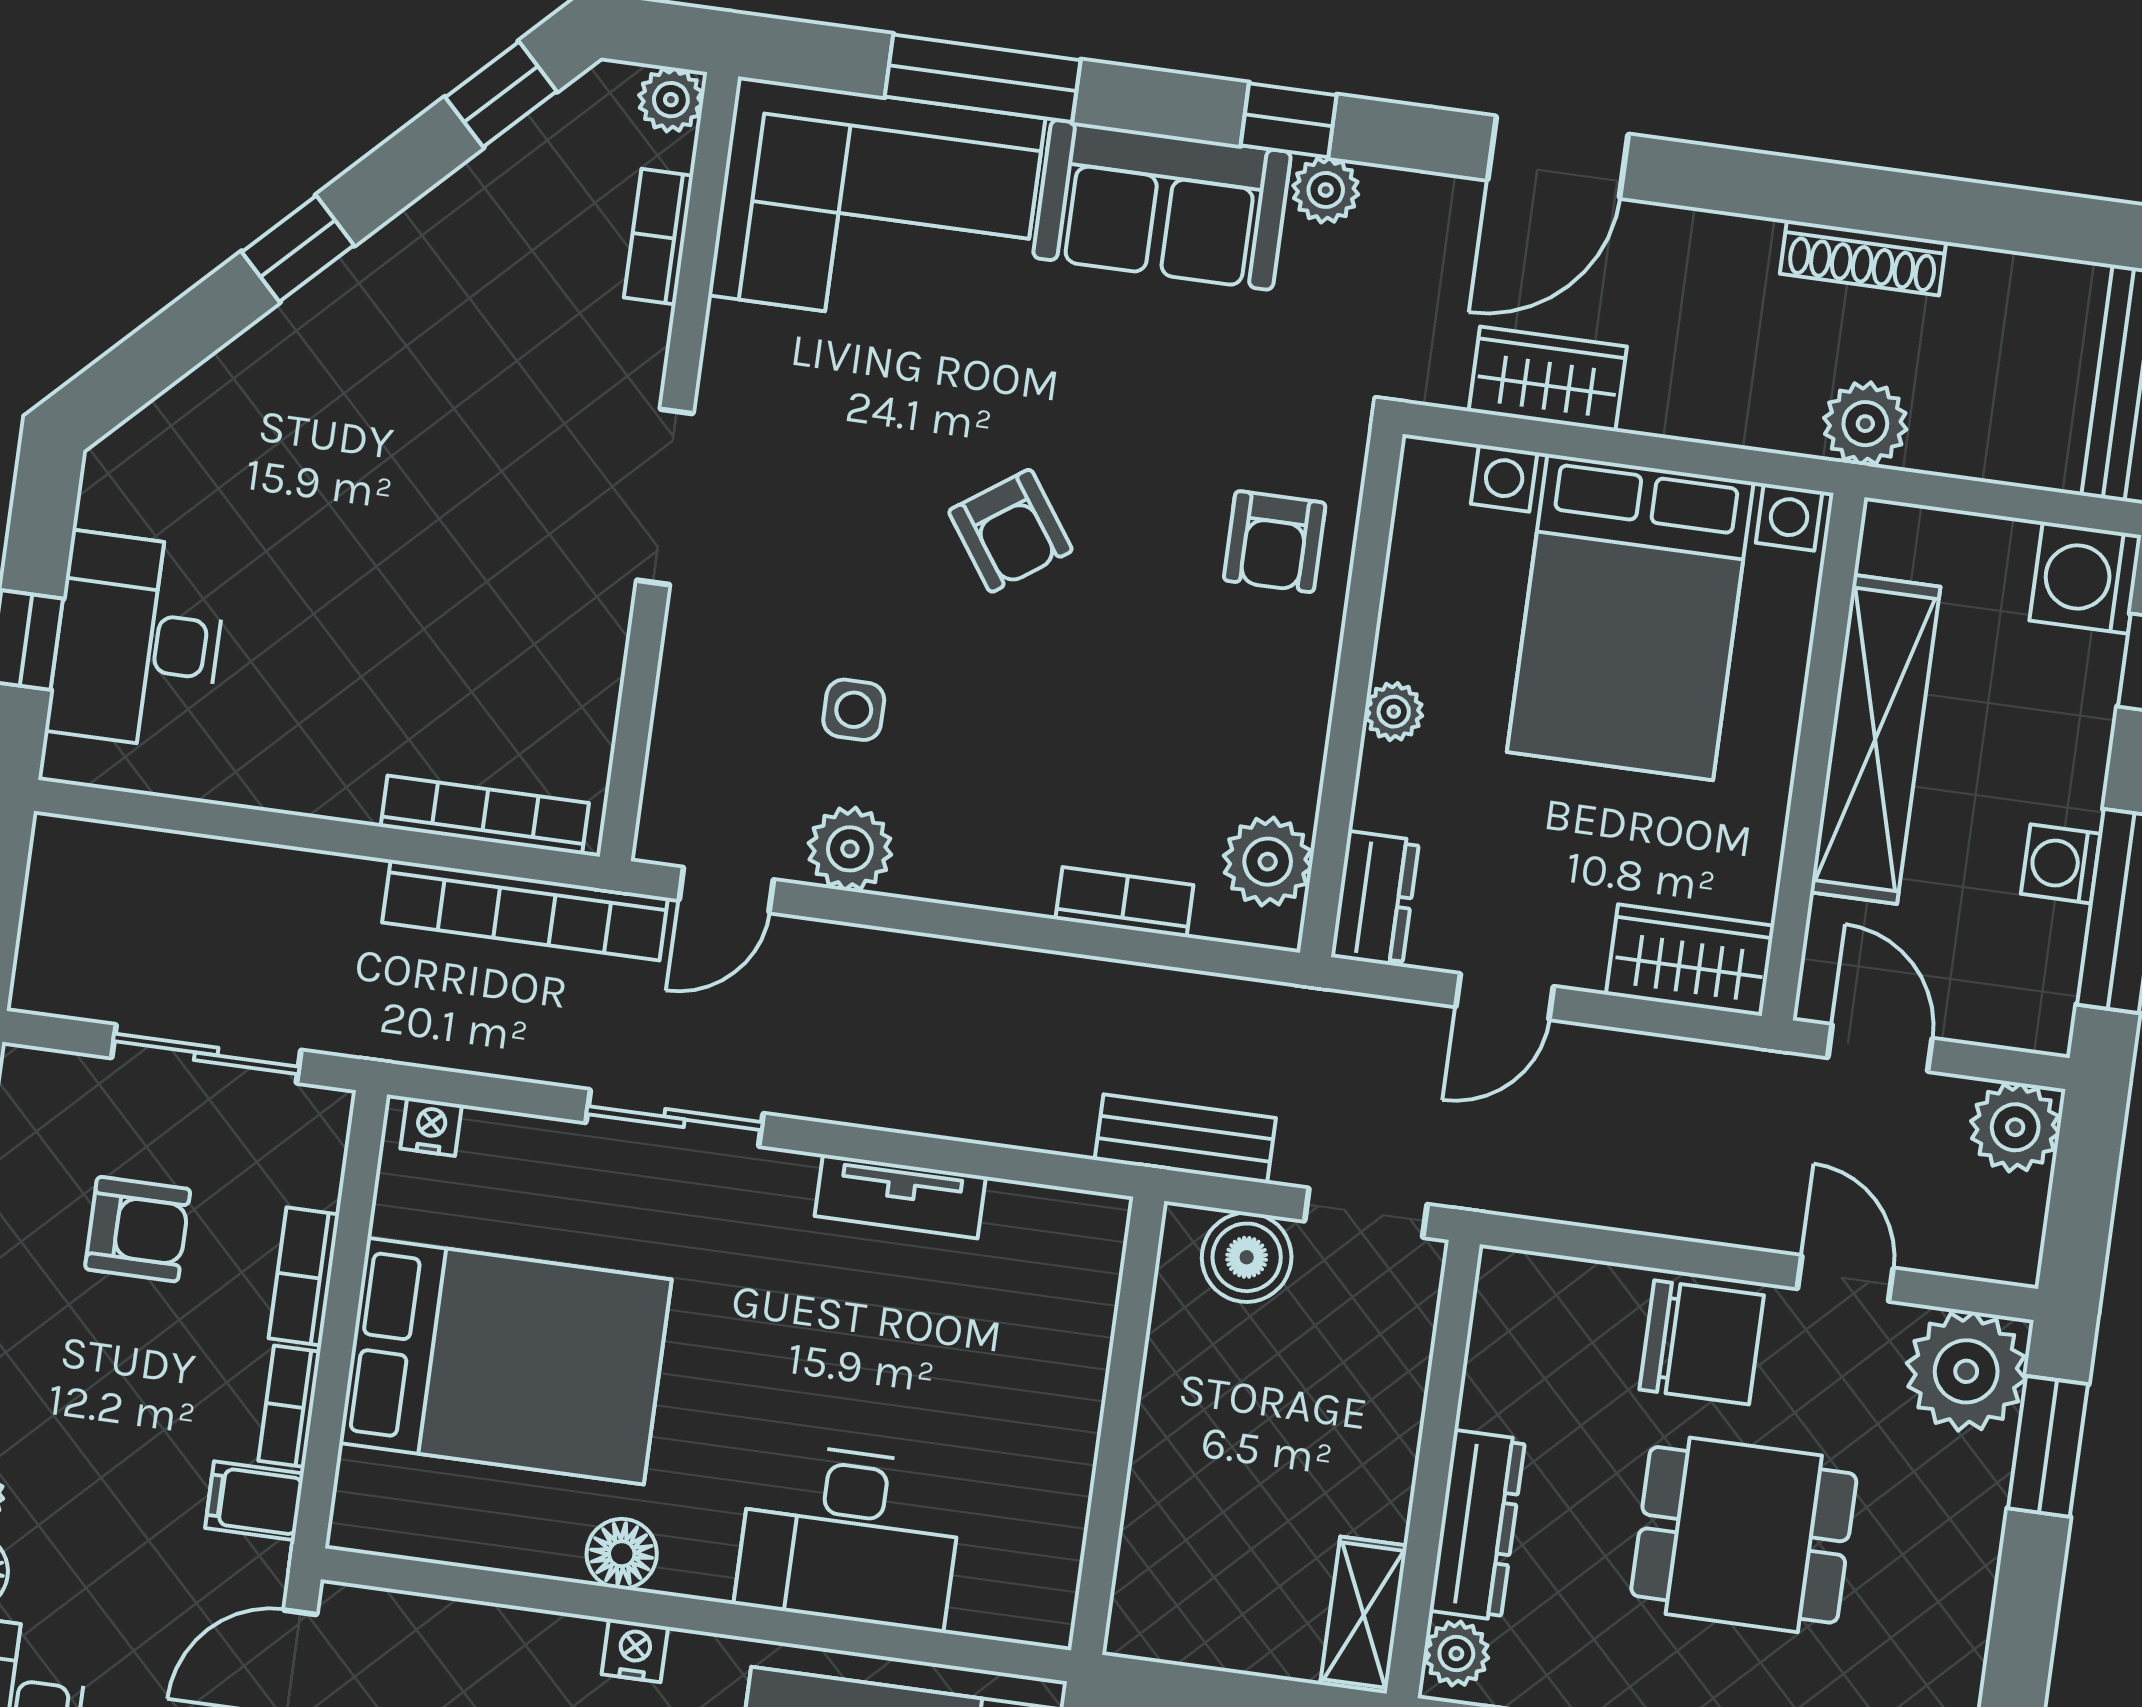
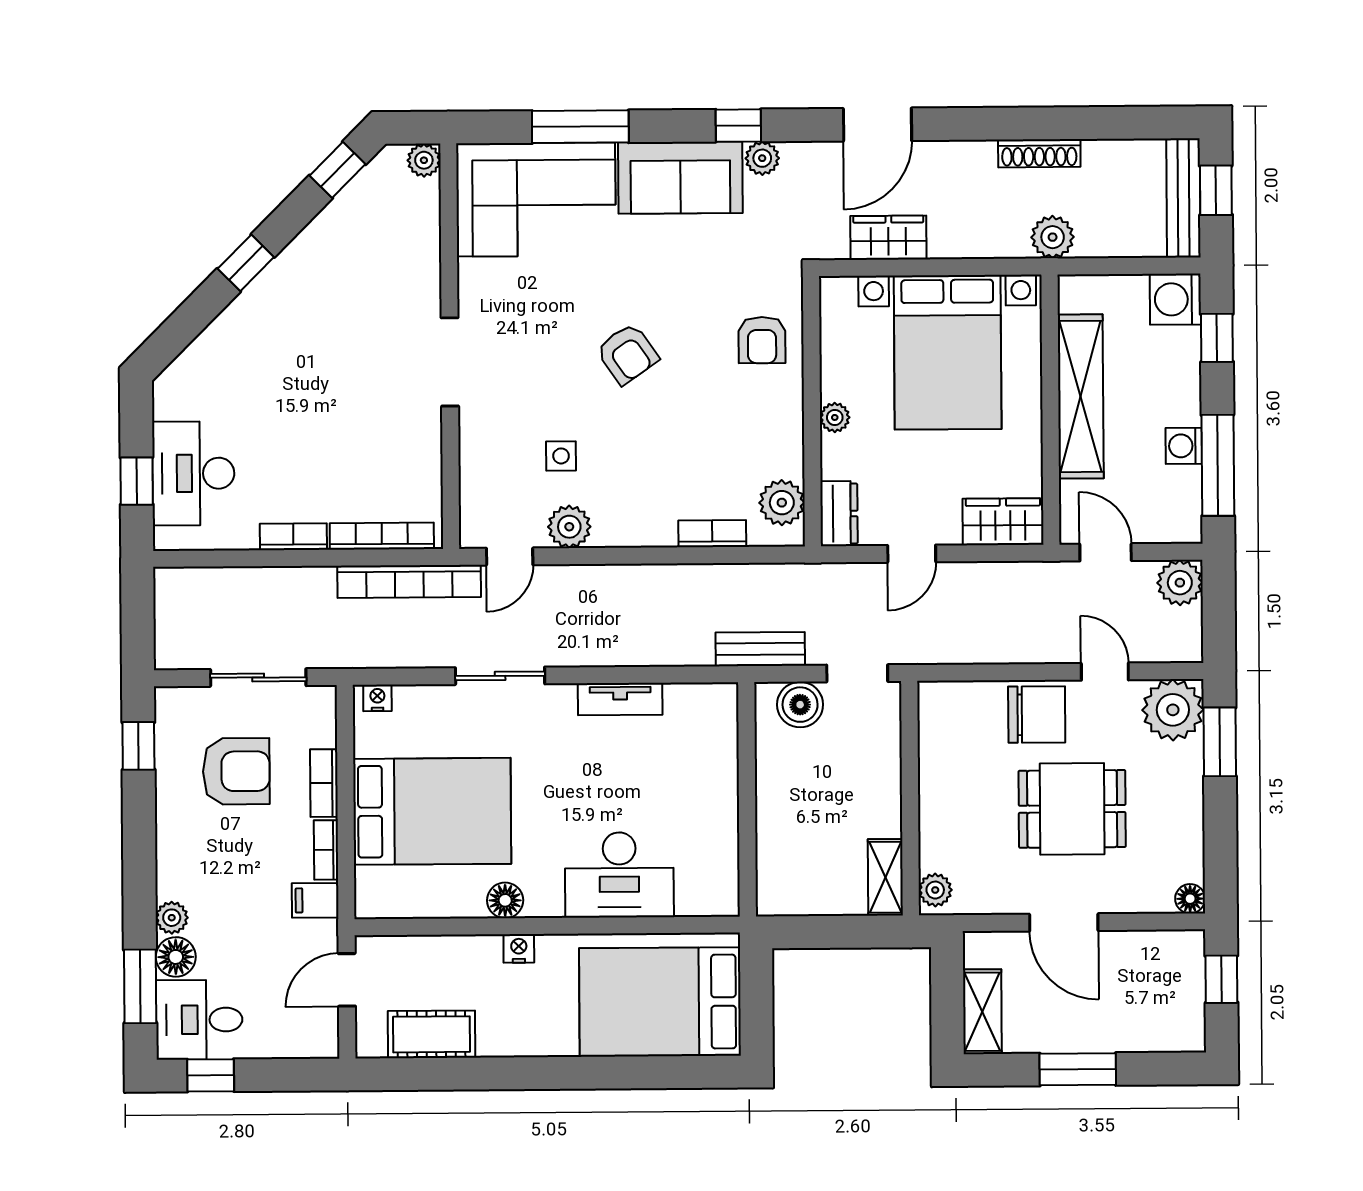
bookcase: (659, 237) -> (293, 537), moved, turned 90
armchair: (138, 1229) -> (236, 771), width x1.38, depth x1.38
dresser: (1477, 1525) -> (936, 823), removed

